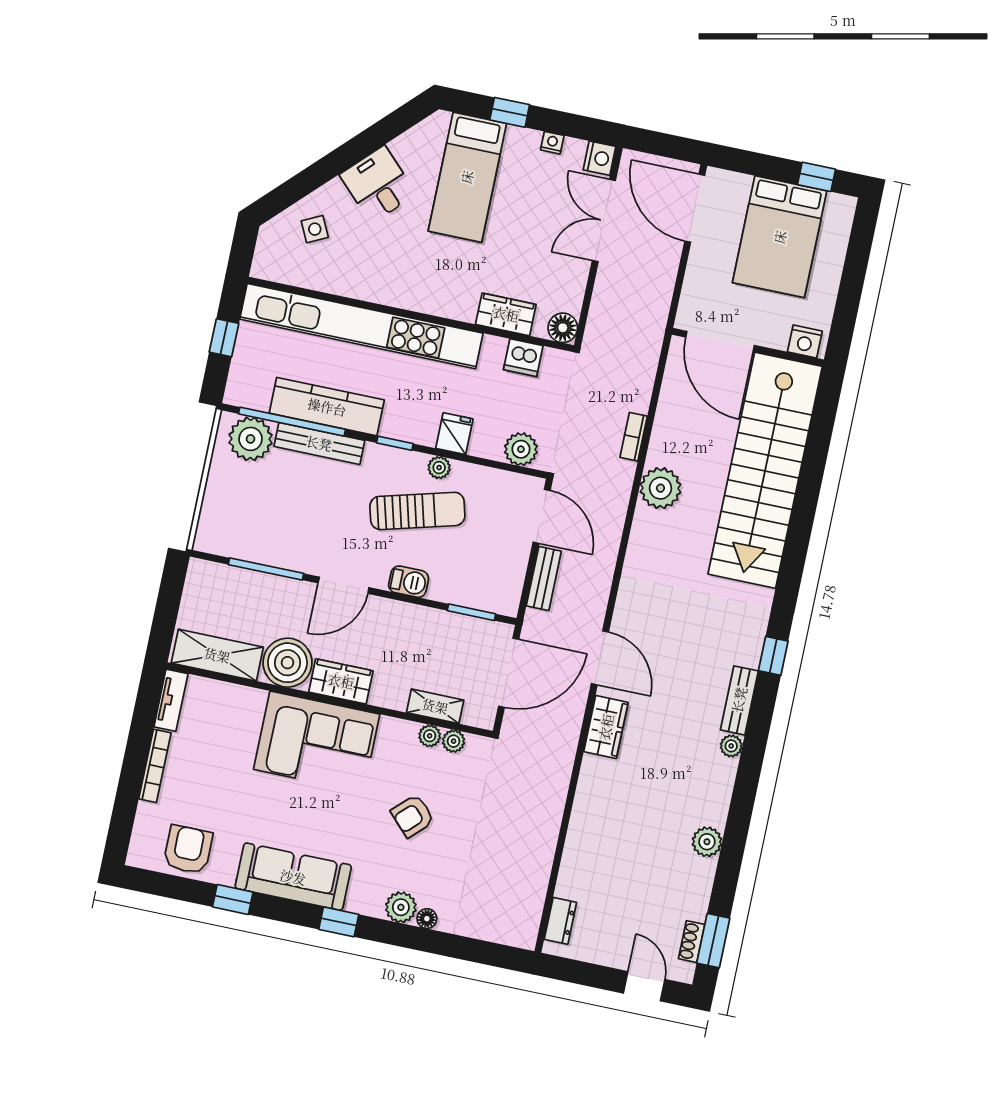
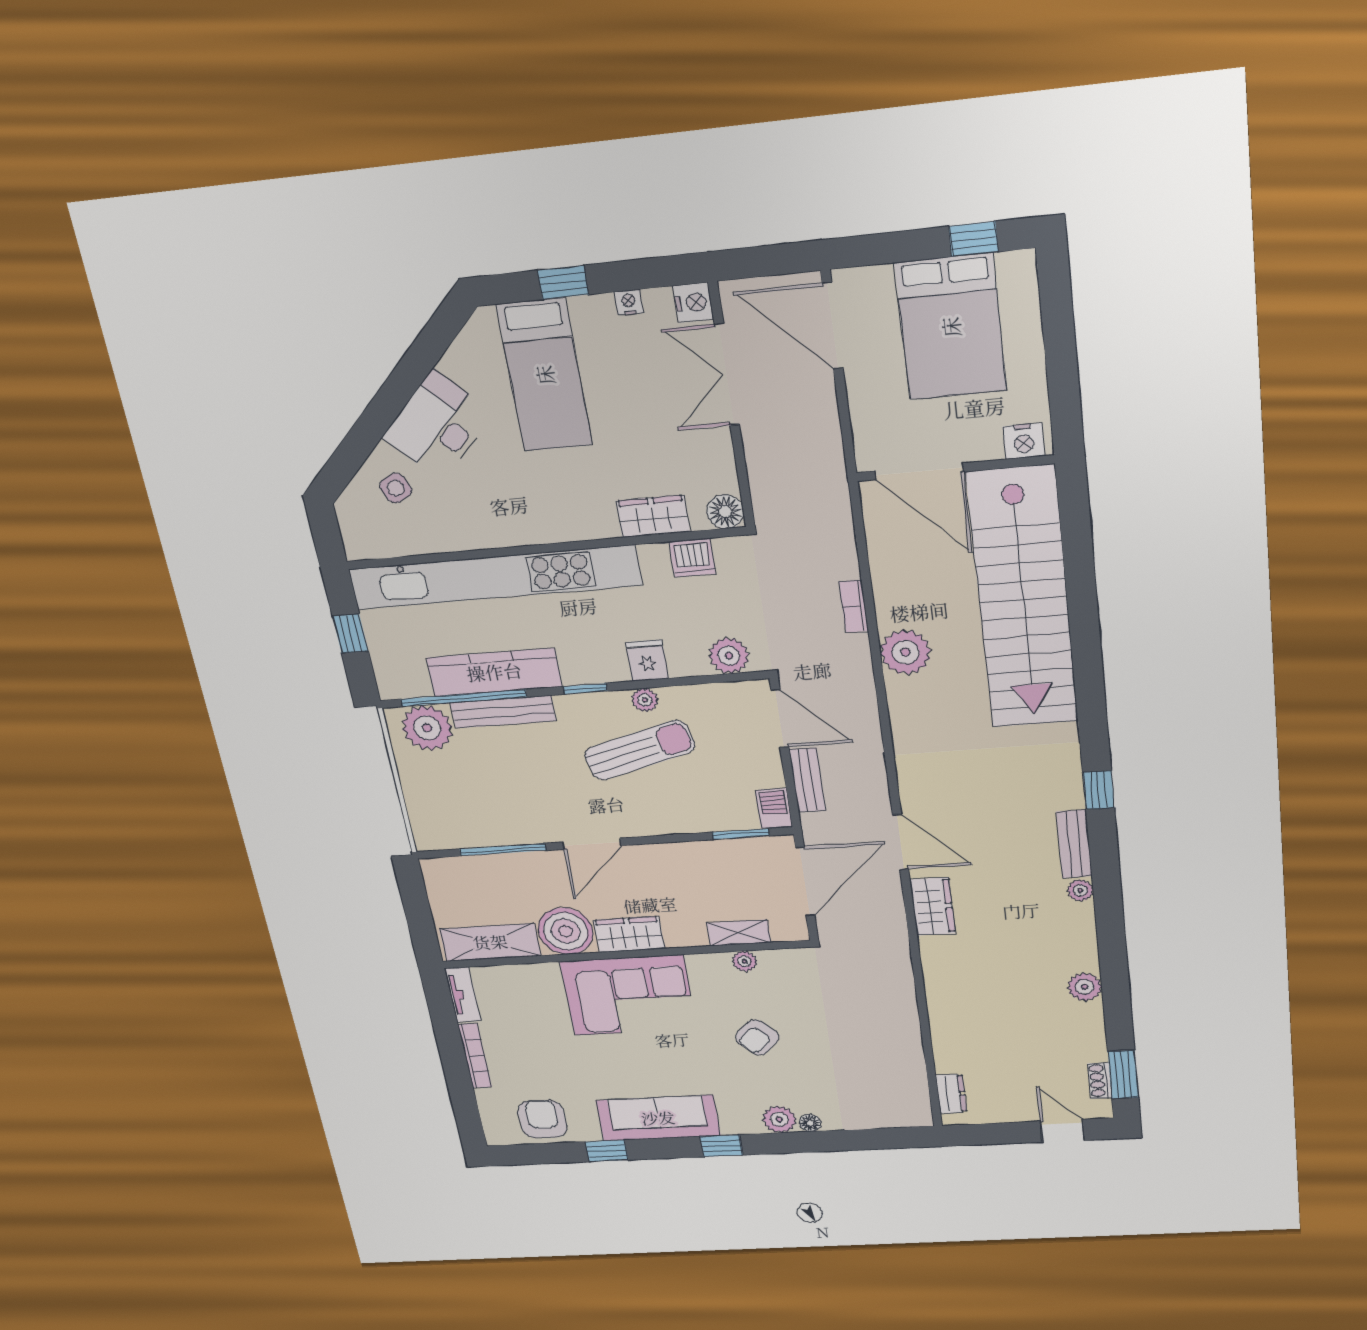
desk: (378, 184) -> (438, 425), width x1.37
barbecue: (409, 582) -> (774, 808), moved, turned -90
plant: (454, 741) -> (772, 960), removed

